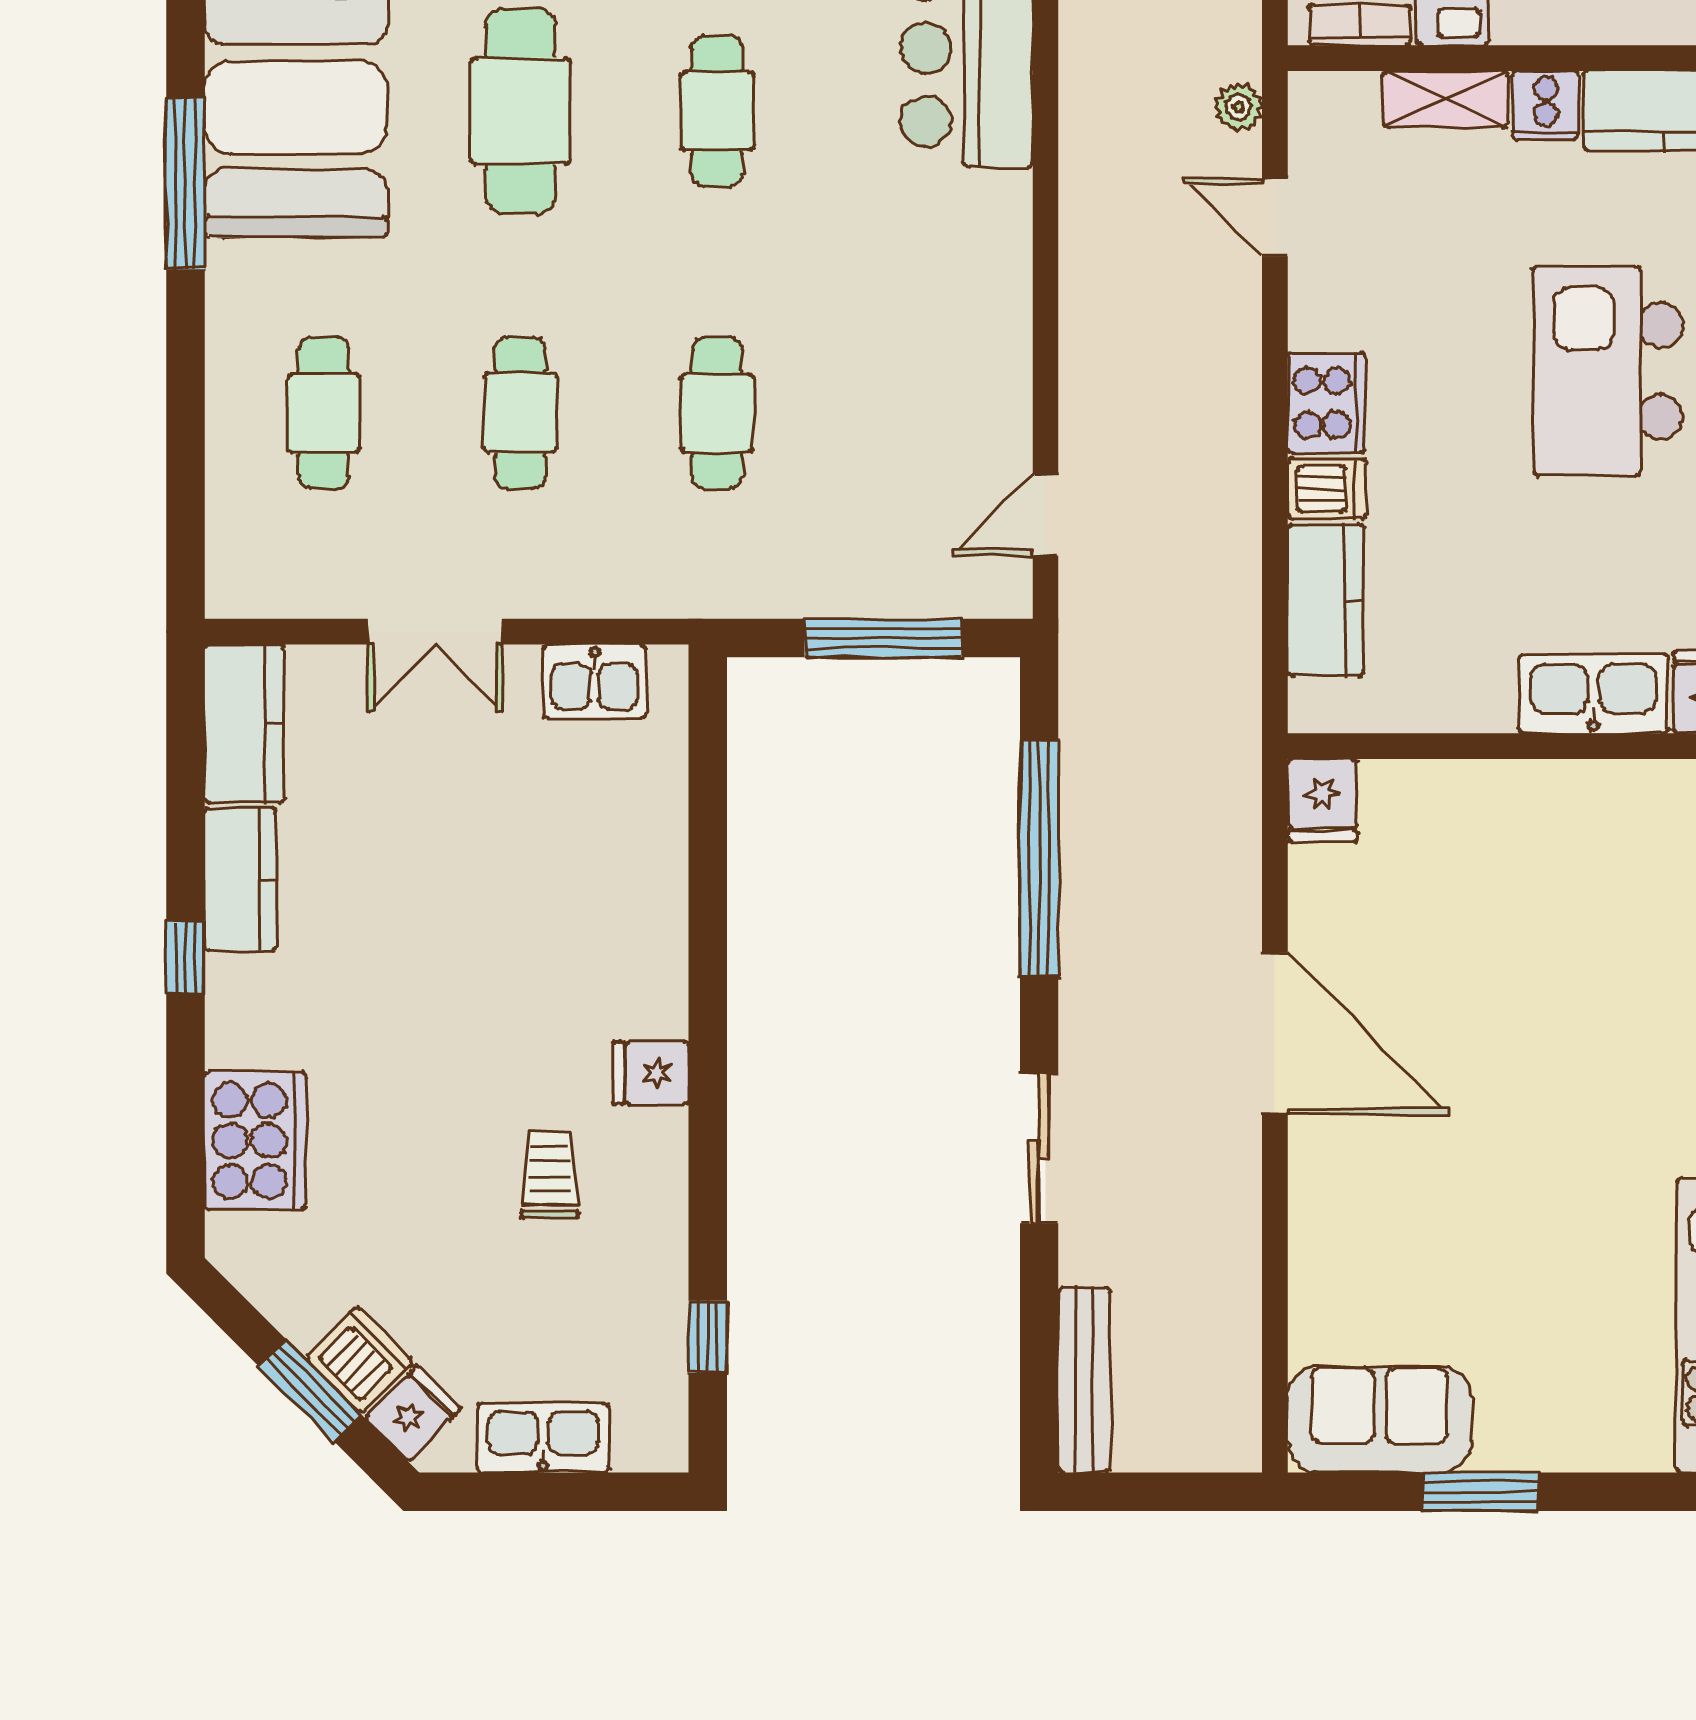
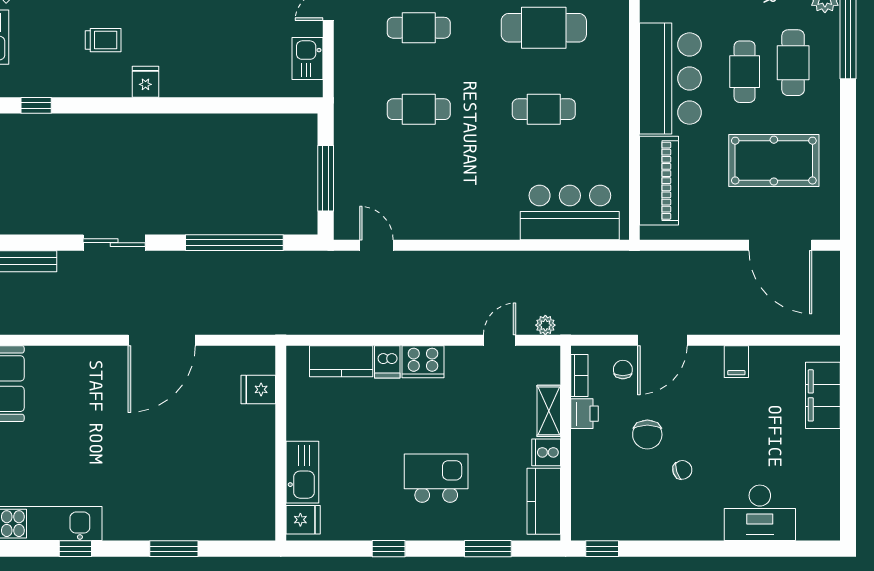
kitchen island: (1608, 371) -> (436, 478), width x0.73, depth x0.78
fridge: (1322, 800) -> (258, 389), moved

